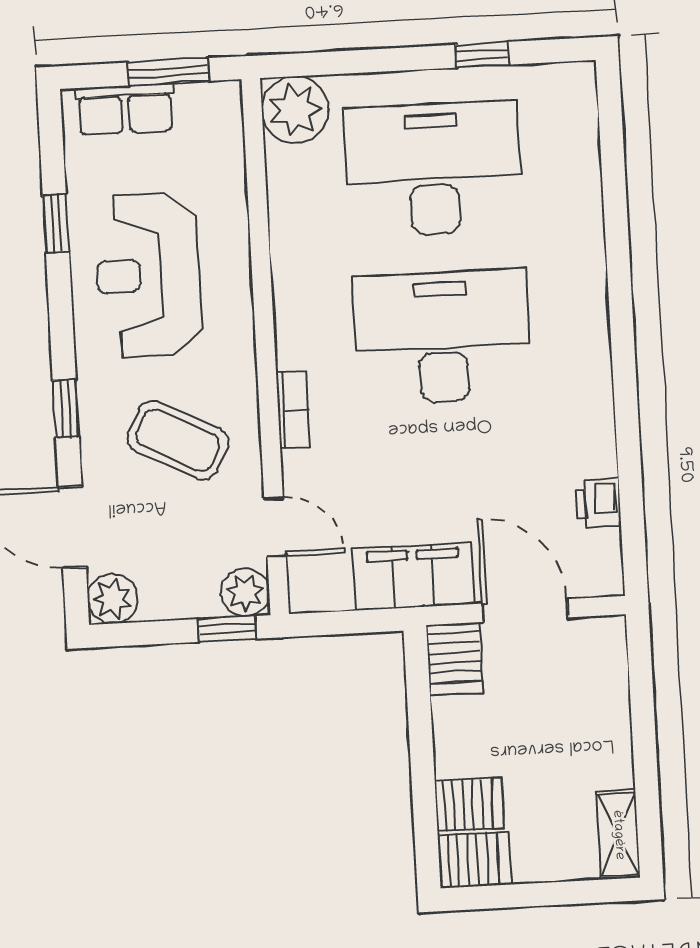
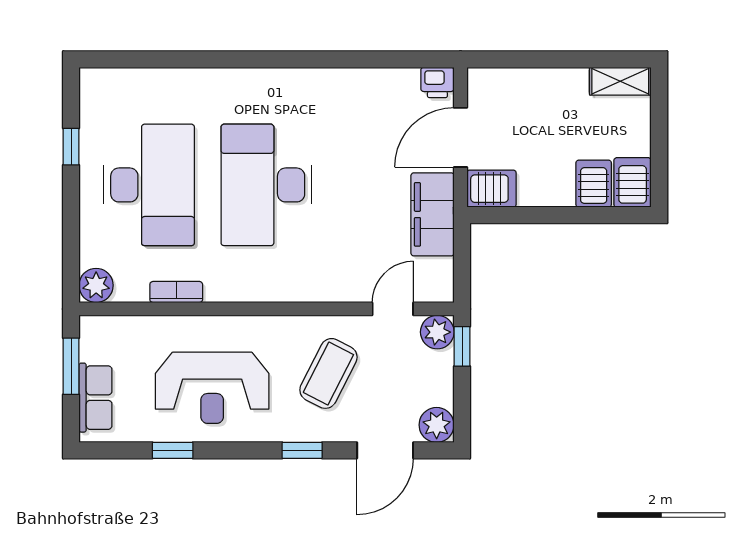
plant: (295, 110) -> (96, 285), width x0.73, depth x0.73
desk: (433, 169) -> (149, 185), turned 180
bookcase: (293, 410) -> (176, 292), moved
printer: (598, 503) -> (437, 82), moved

